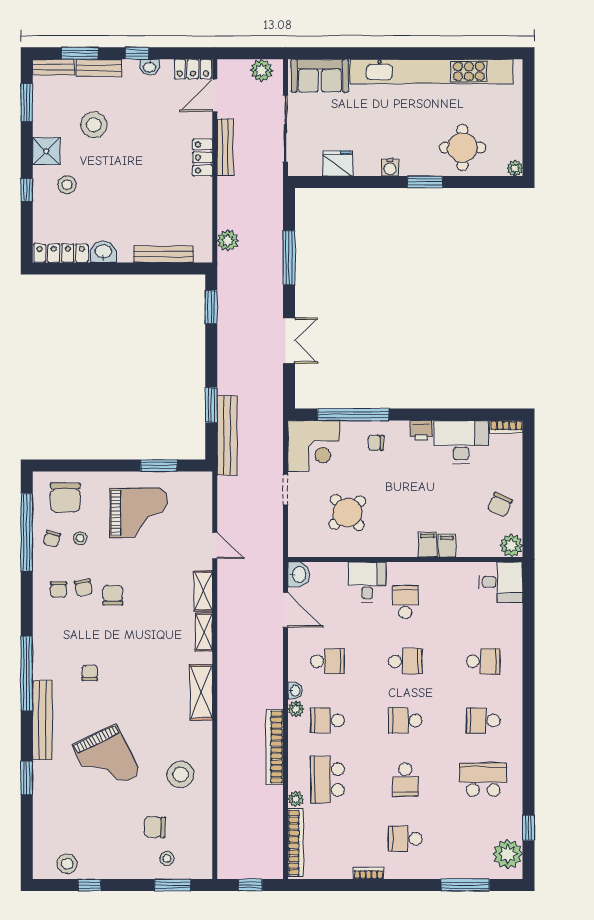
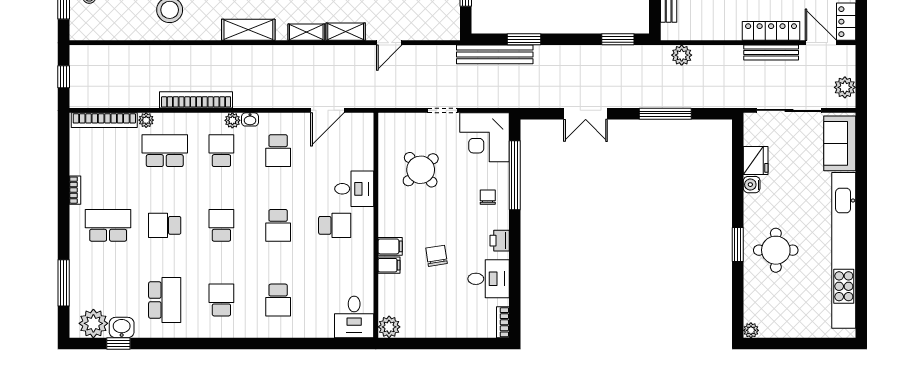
round table: (462, 148) -> (776, 250), moved
locker: (203, 158) -> (771, 31), width x1.53
water cooler: (390, 167) -> (752, 185), moved
desk: (461, 442) -> (489, 279), width x0.73
chair: (500, 505) -> (437, 256), moved, turned 57
washbasin: (299, 575) -> (122, 328), moved, turned 180
school desk: (405, 839) -> (108, 225), width x1.85

